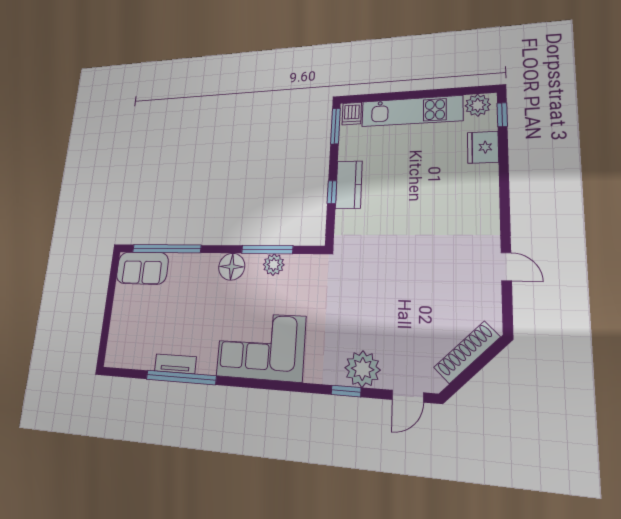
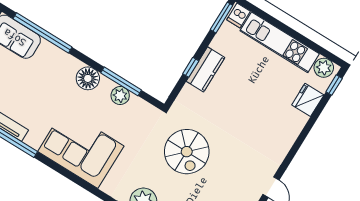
spiral stairs: (380, 283) -> (187, 152), added

